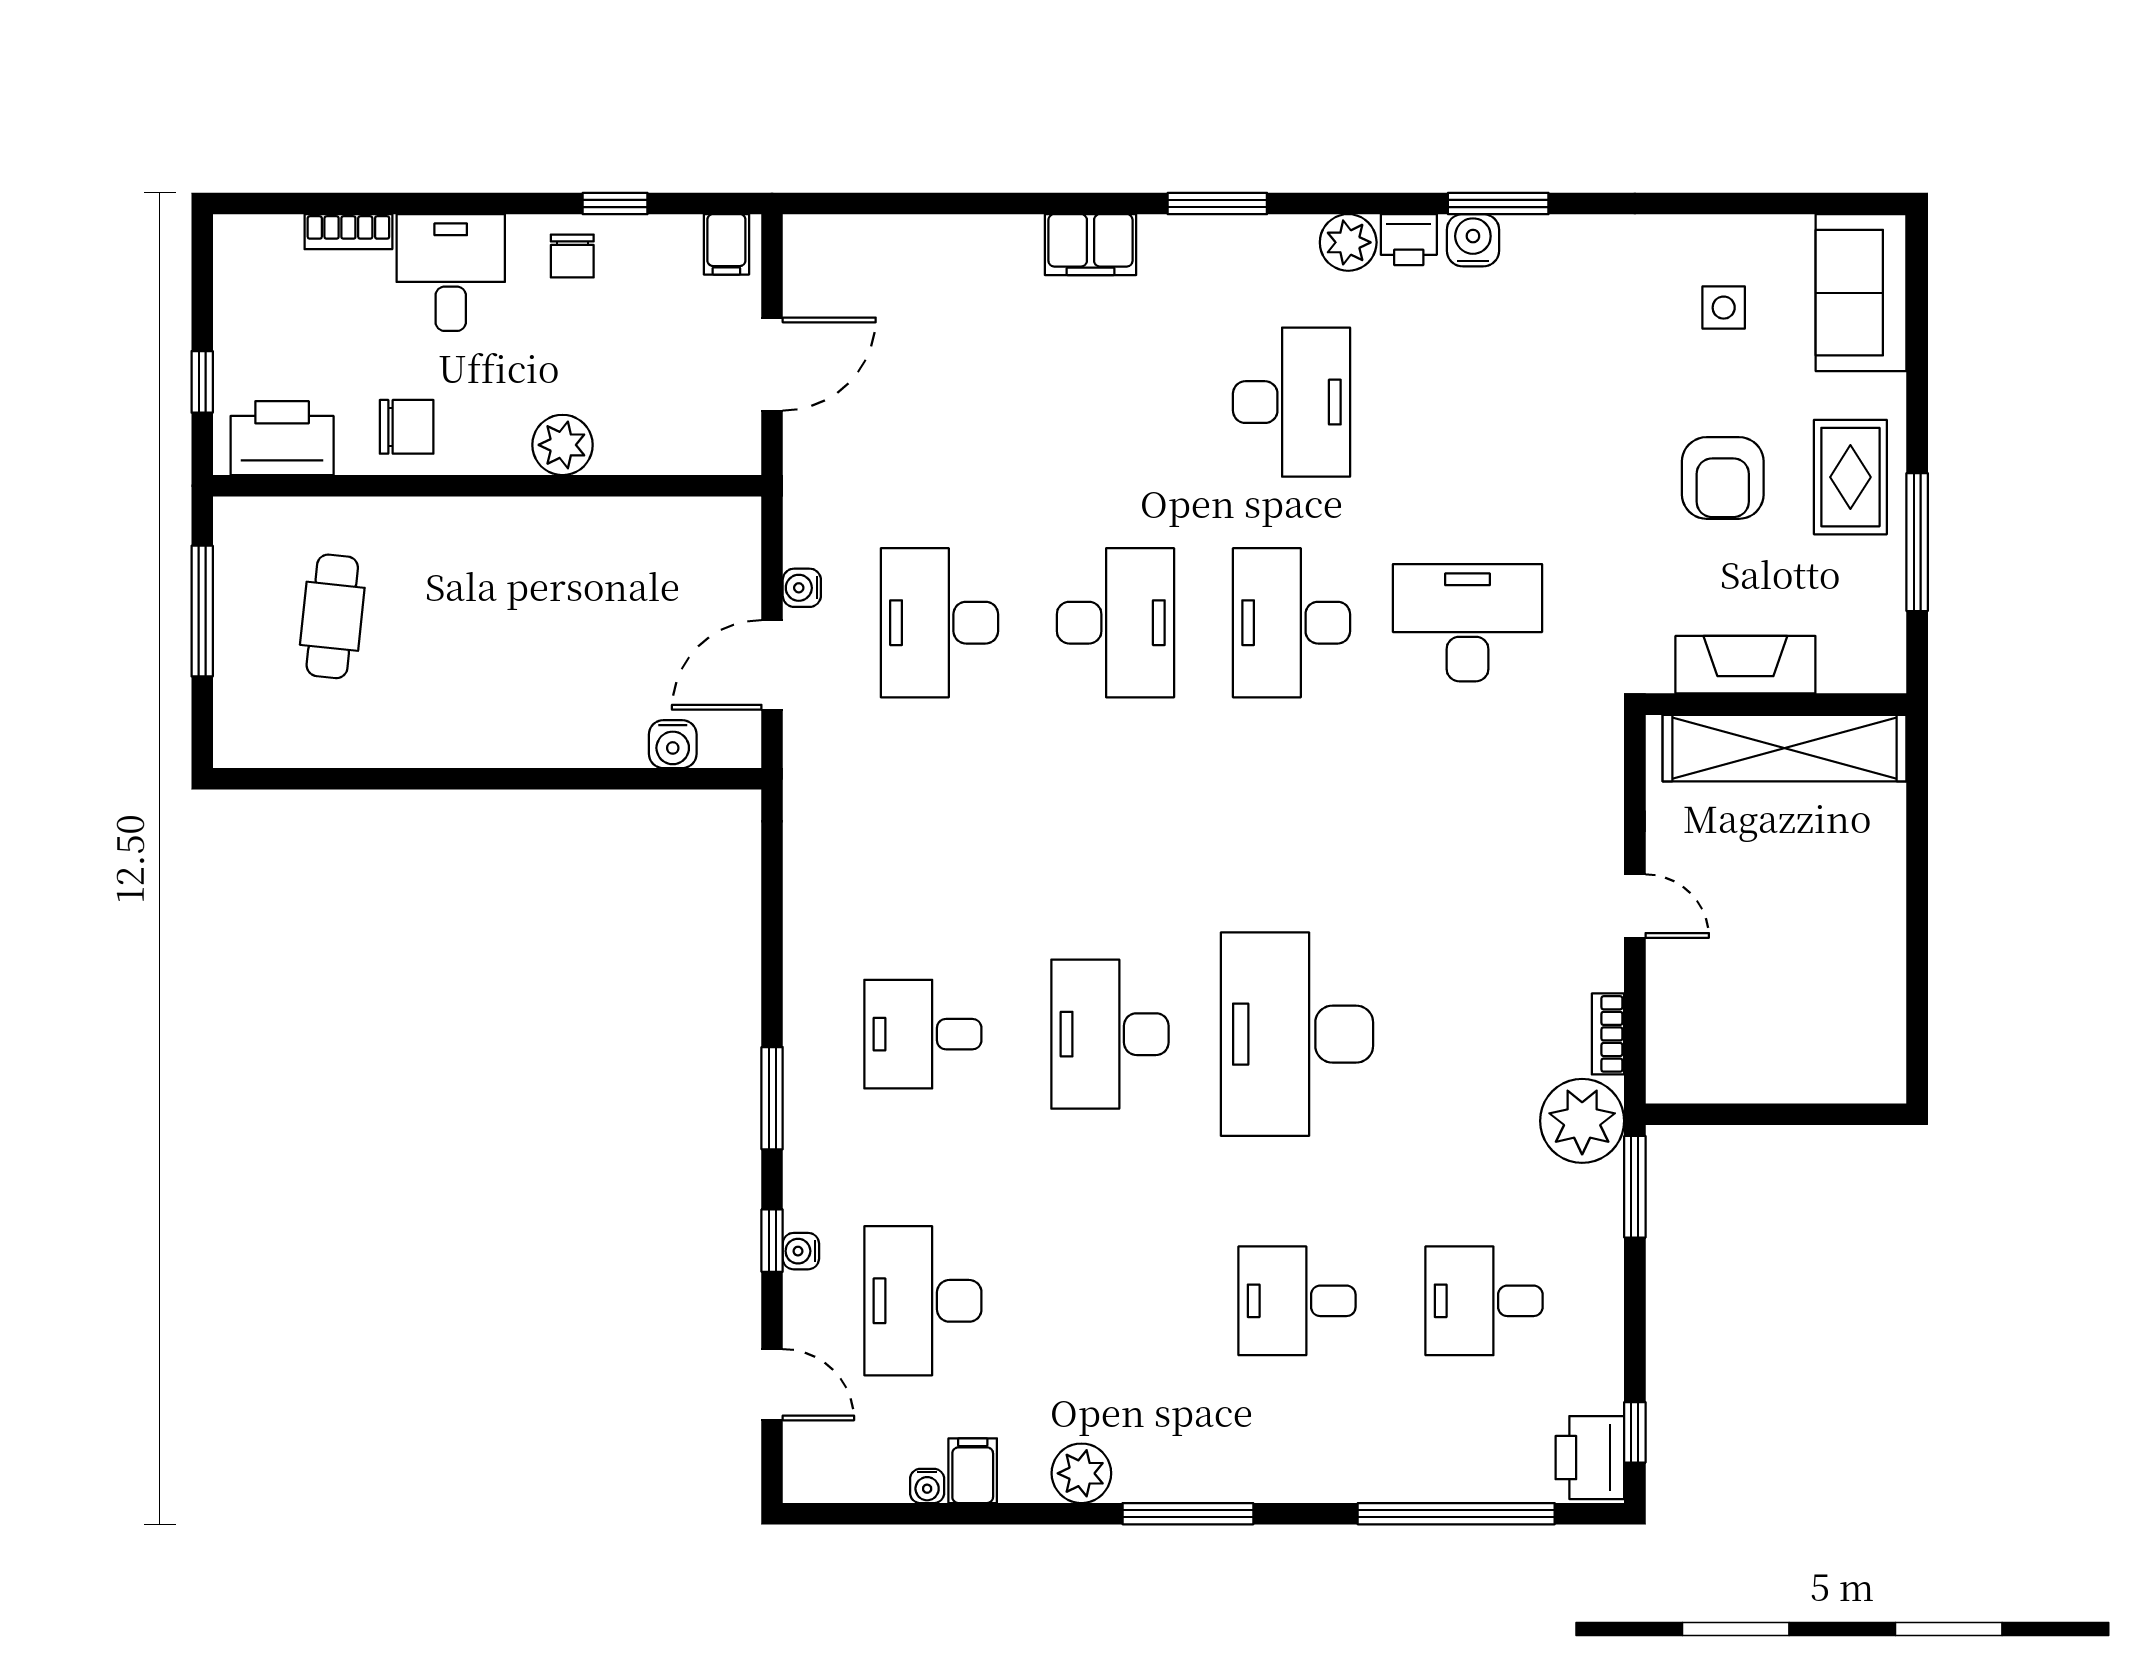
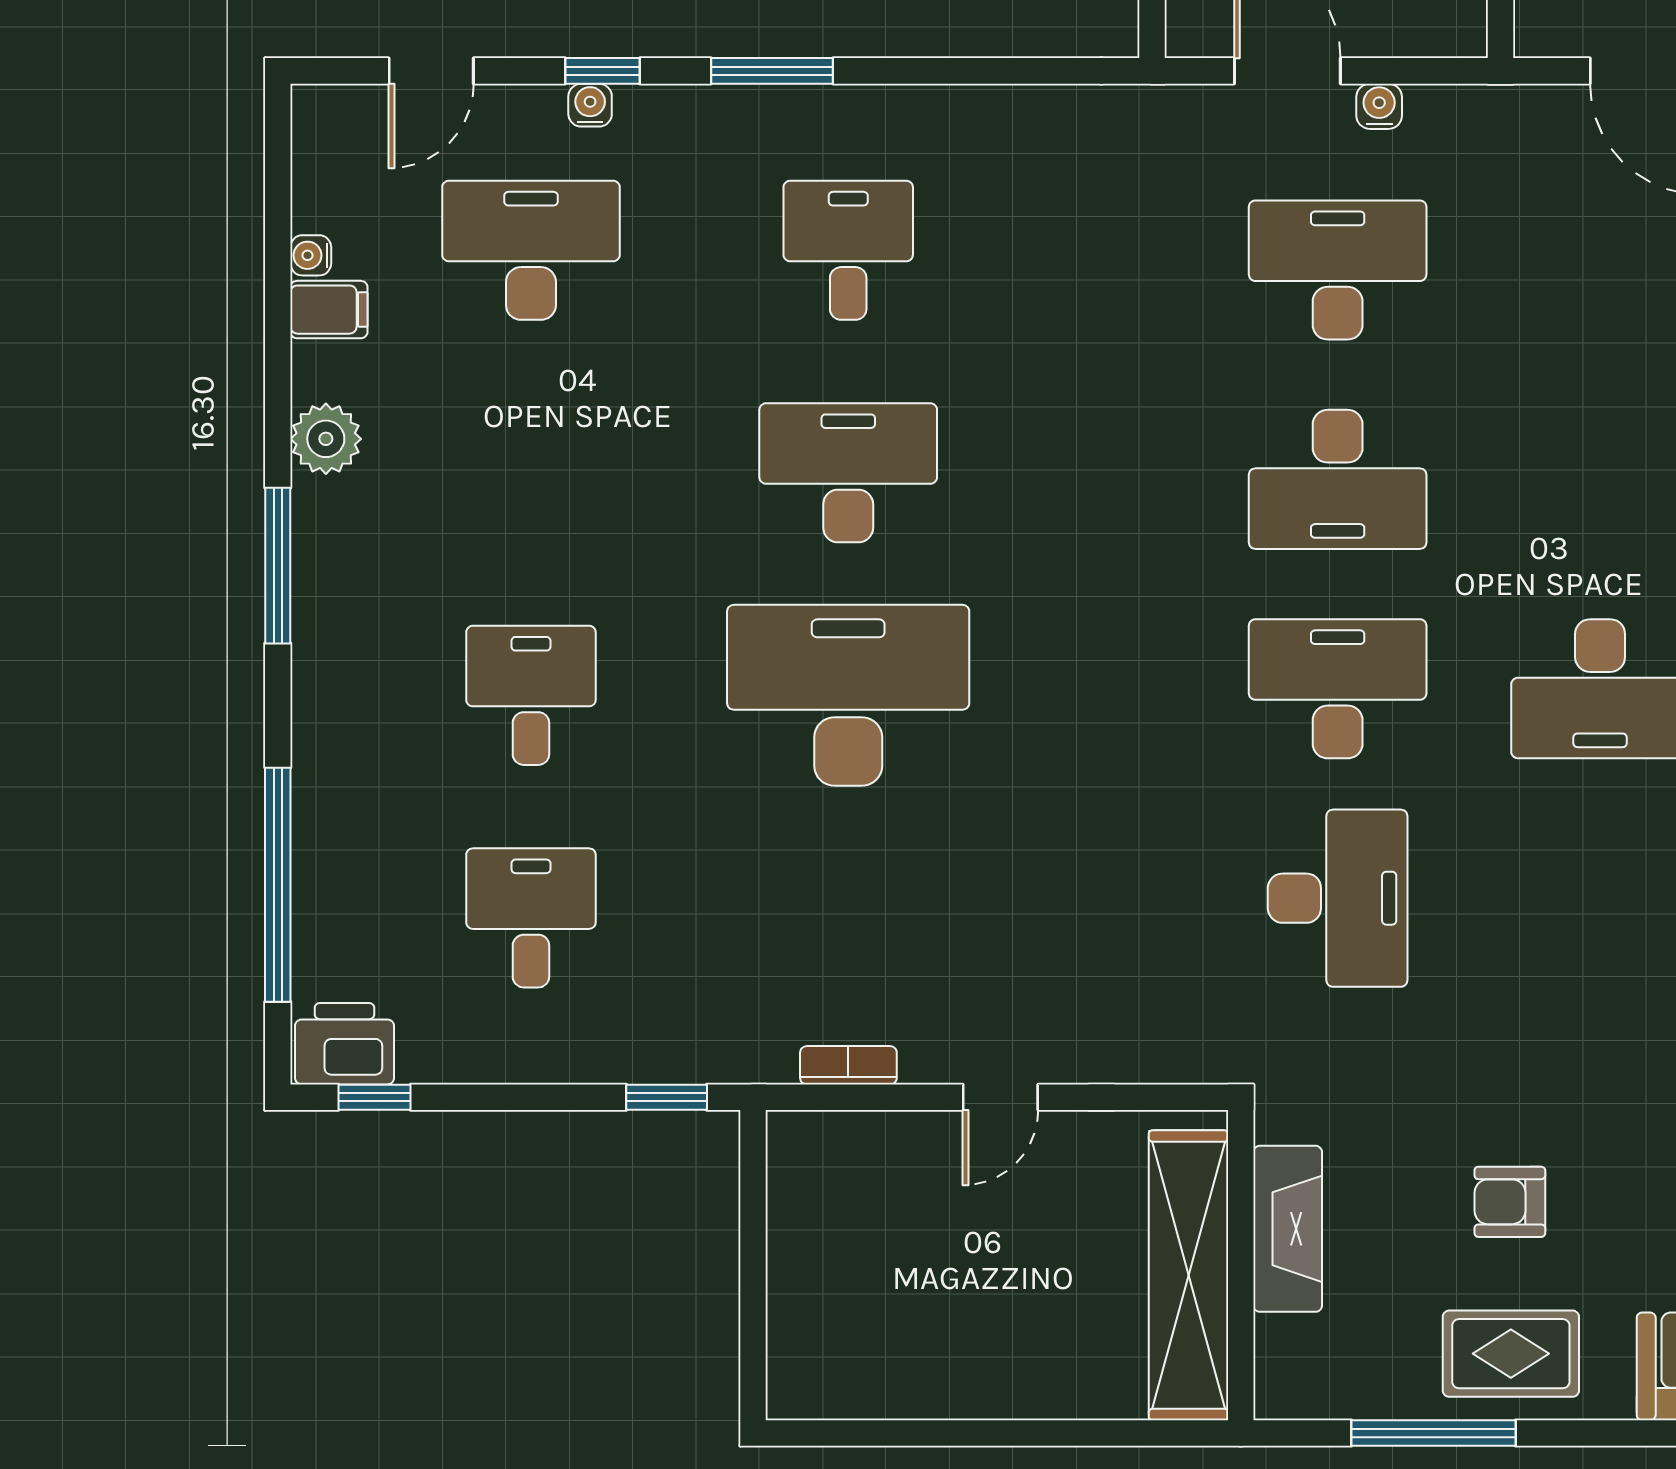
armchair: (1723, 478) -> (1510, 1202), width x0.72, depth x0.72
plant: (1582, 1121) -> (745, 1034), removed
window: (1635, 1187) -> (667, 1097), width x0.67

